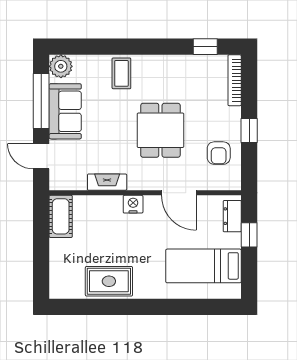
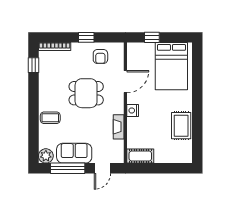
armchair: (219, 153) -> (100, 57), turned 90
dresser: (232, 216) -> (140, 48), removed
bed: (204, 266) -> (171, 66), width x1.50

